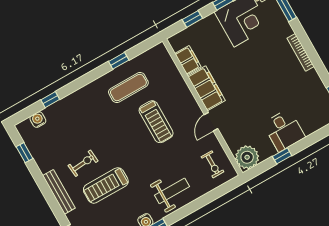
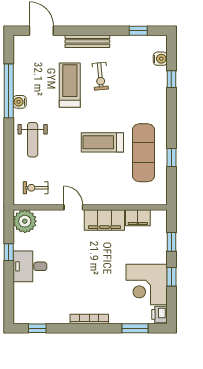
exercise mat: (128, 88) -> (143, 153), width x1.36, depth x1.45
treadmill: (156, 122) -> (102, 142), moved

